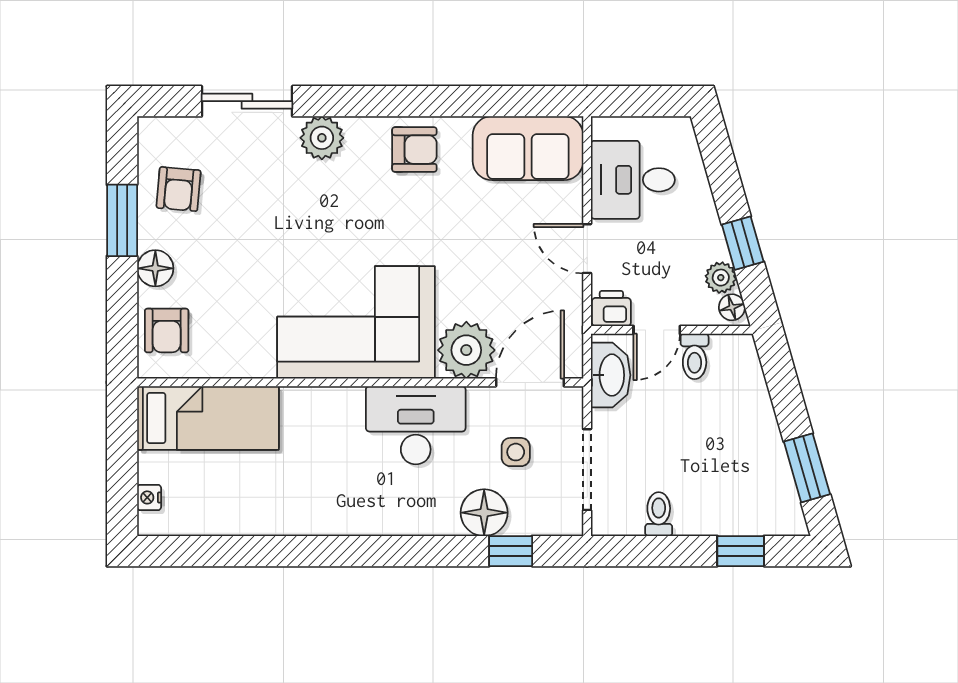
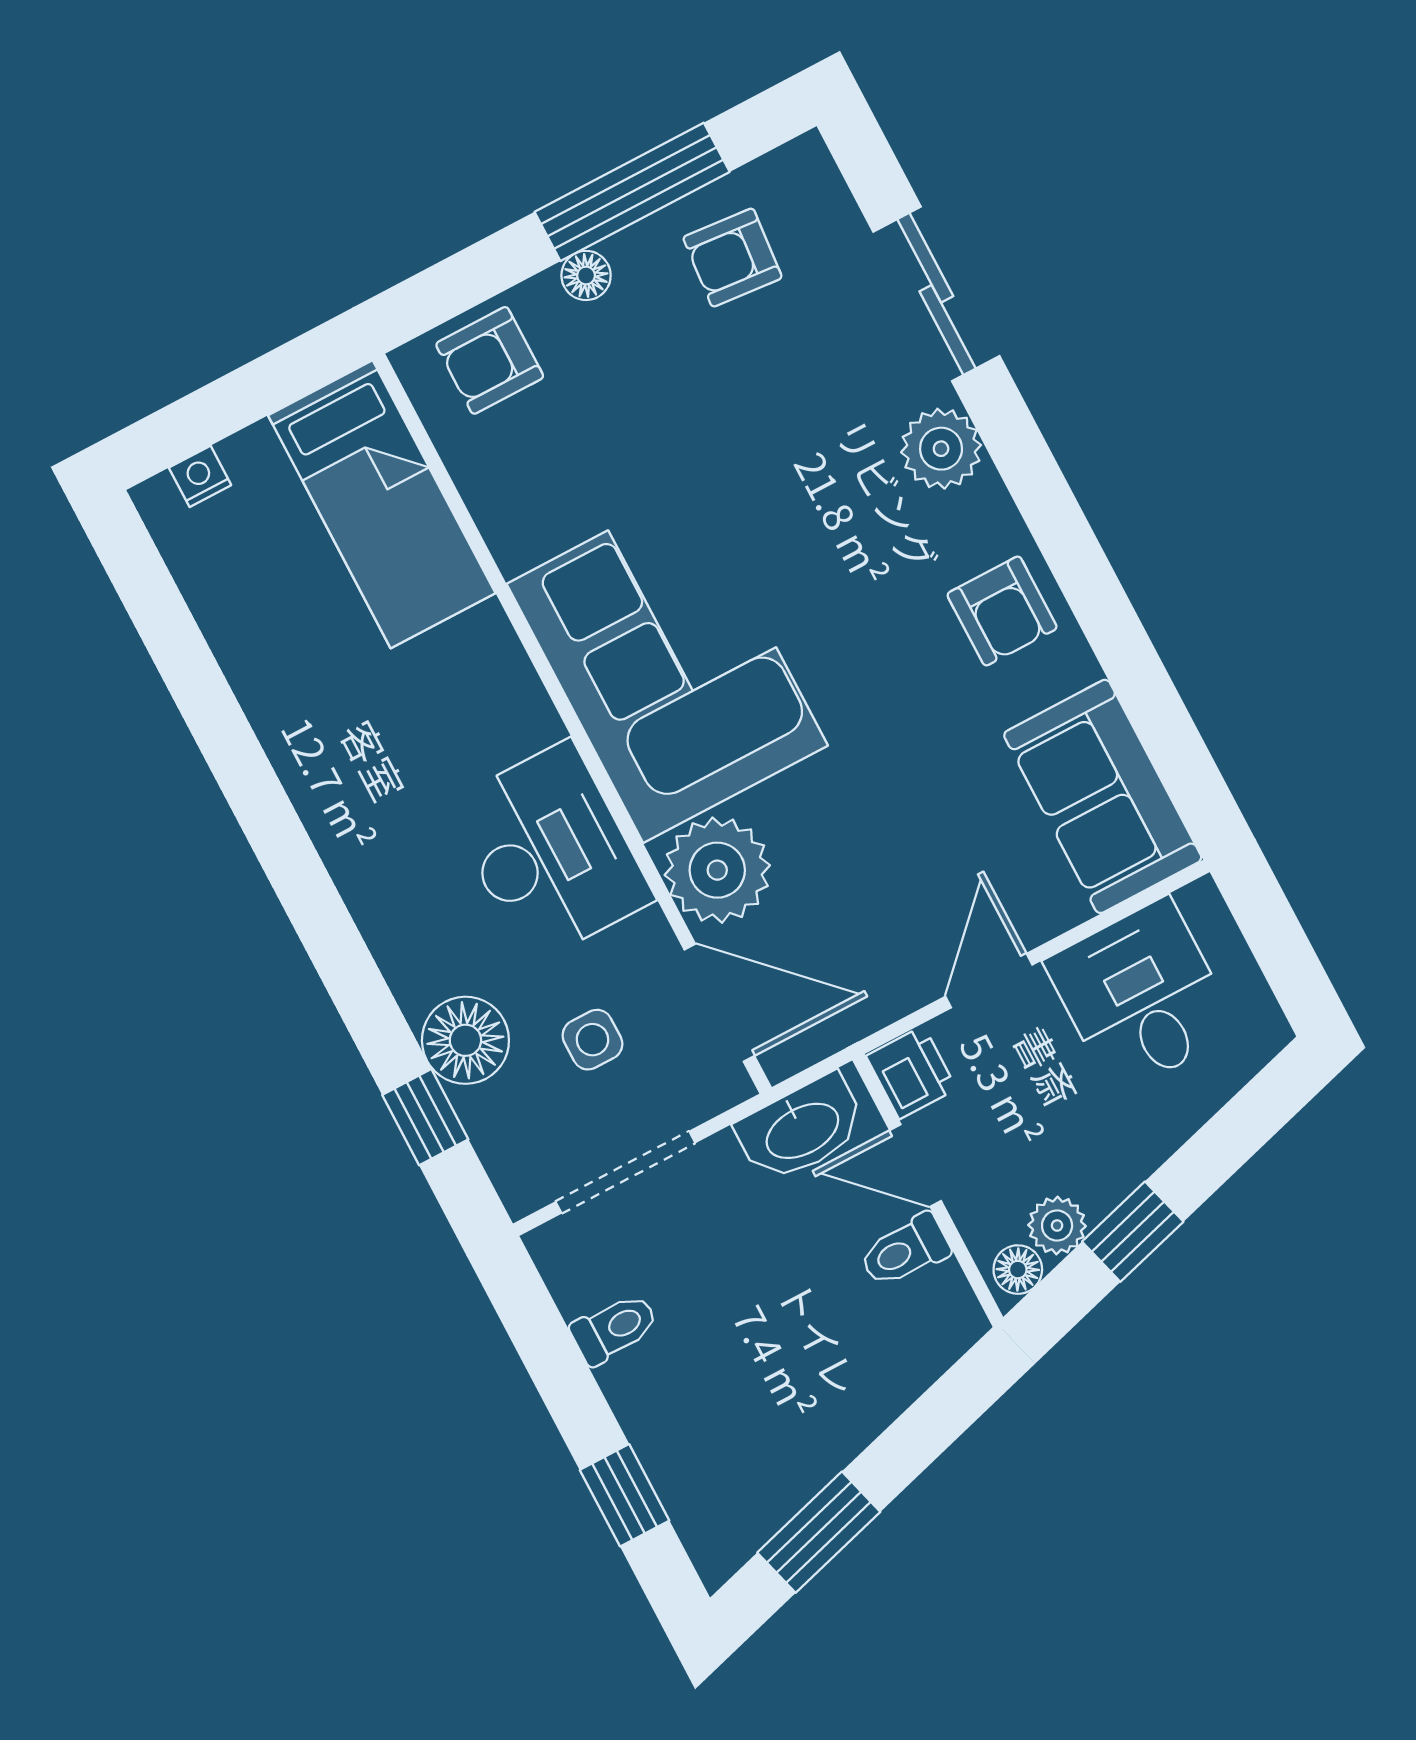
window: (122, 220) -> (632, 192), width x1.44
floor lamp: (155, 268) -> (586, 275), width x0.73, depth x0.73

